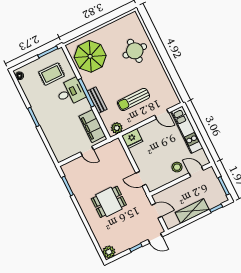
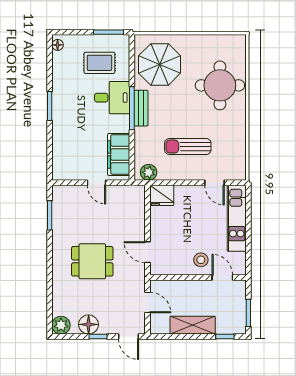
round table: (135, 51) -> (220, 85), width x1.36, depth x1.36
bench: (97, 100) -> (141, 108), moved
floor lamp: (126, 243) -> (89, 324), added

